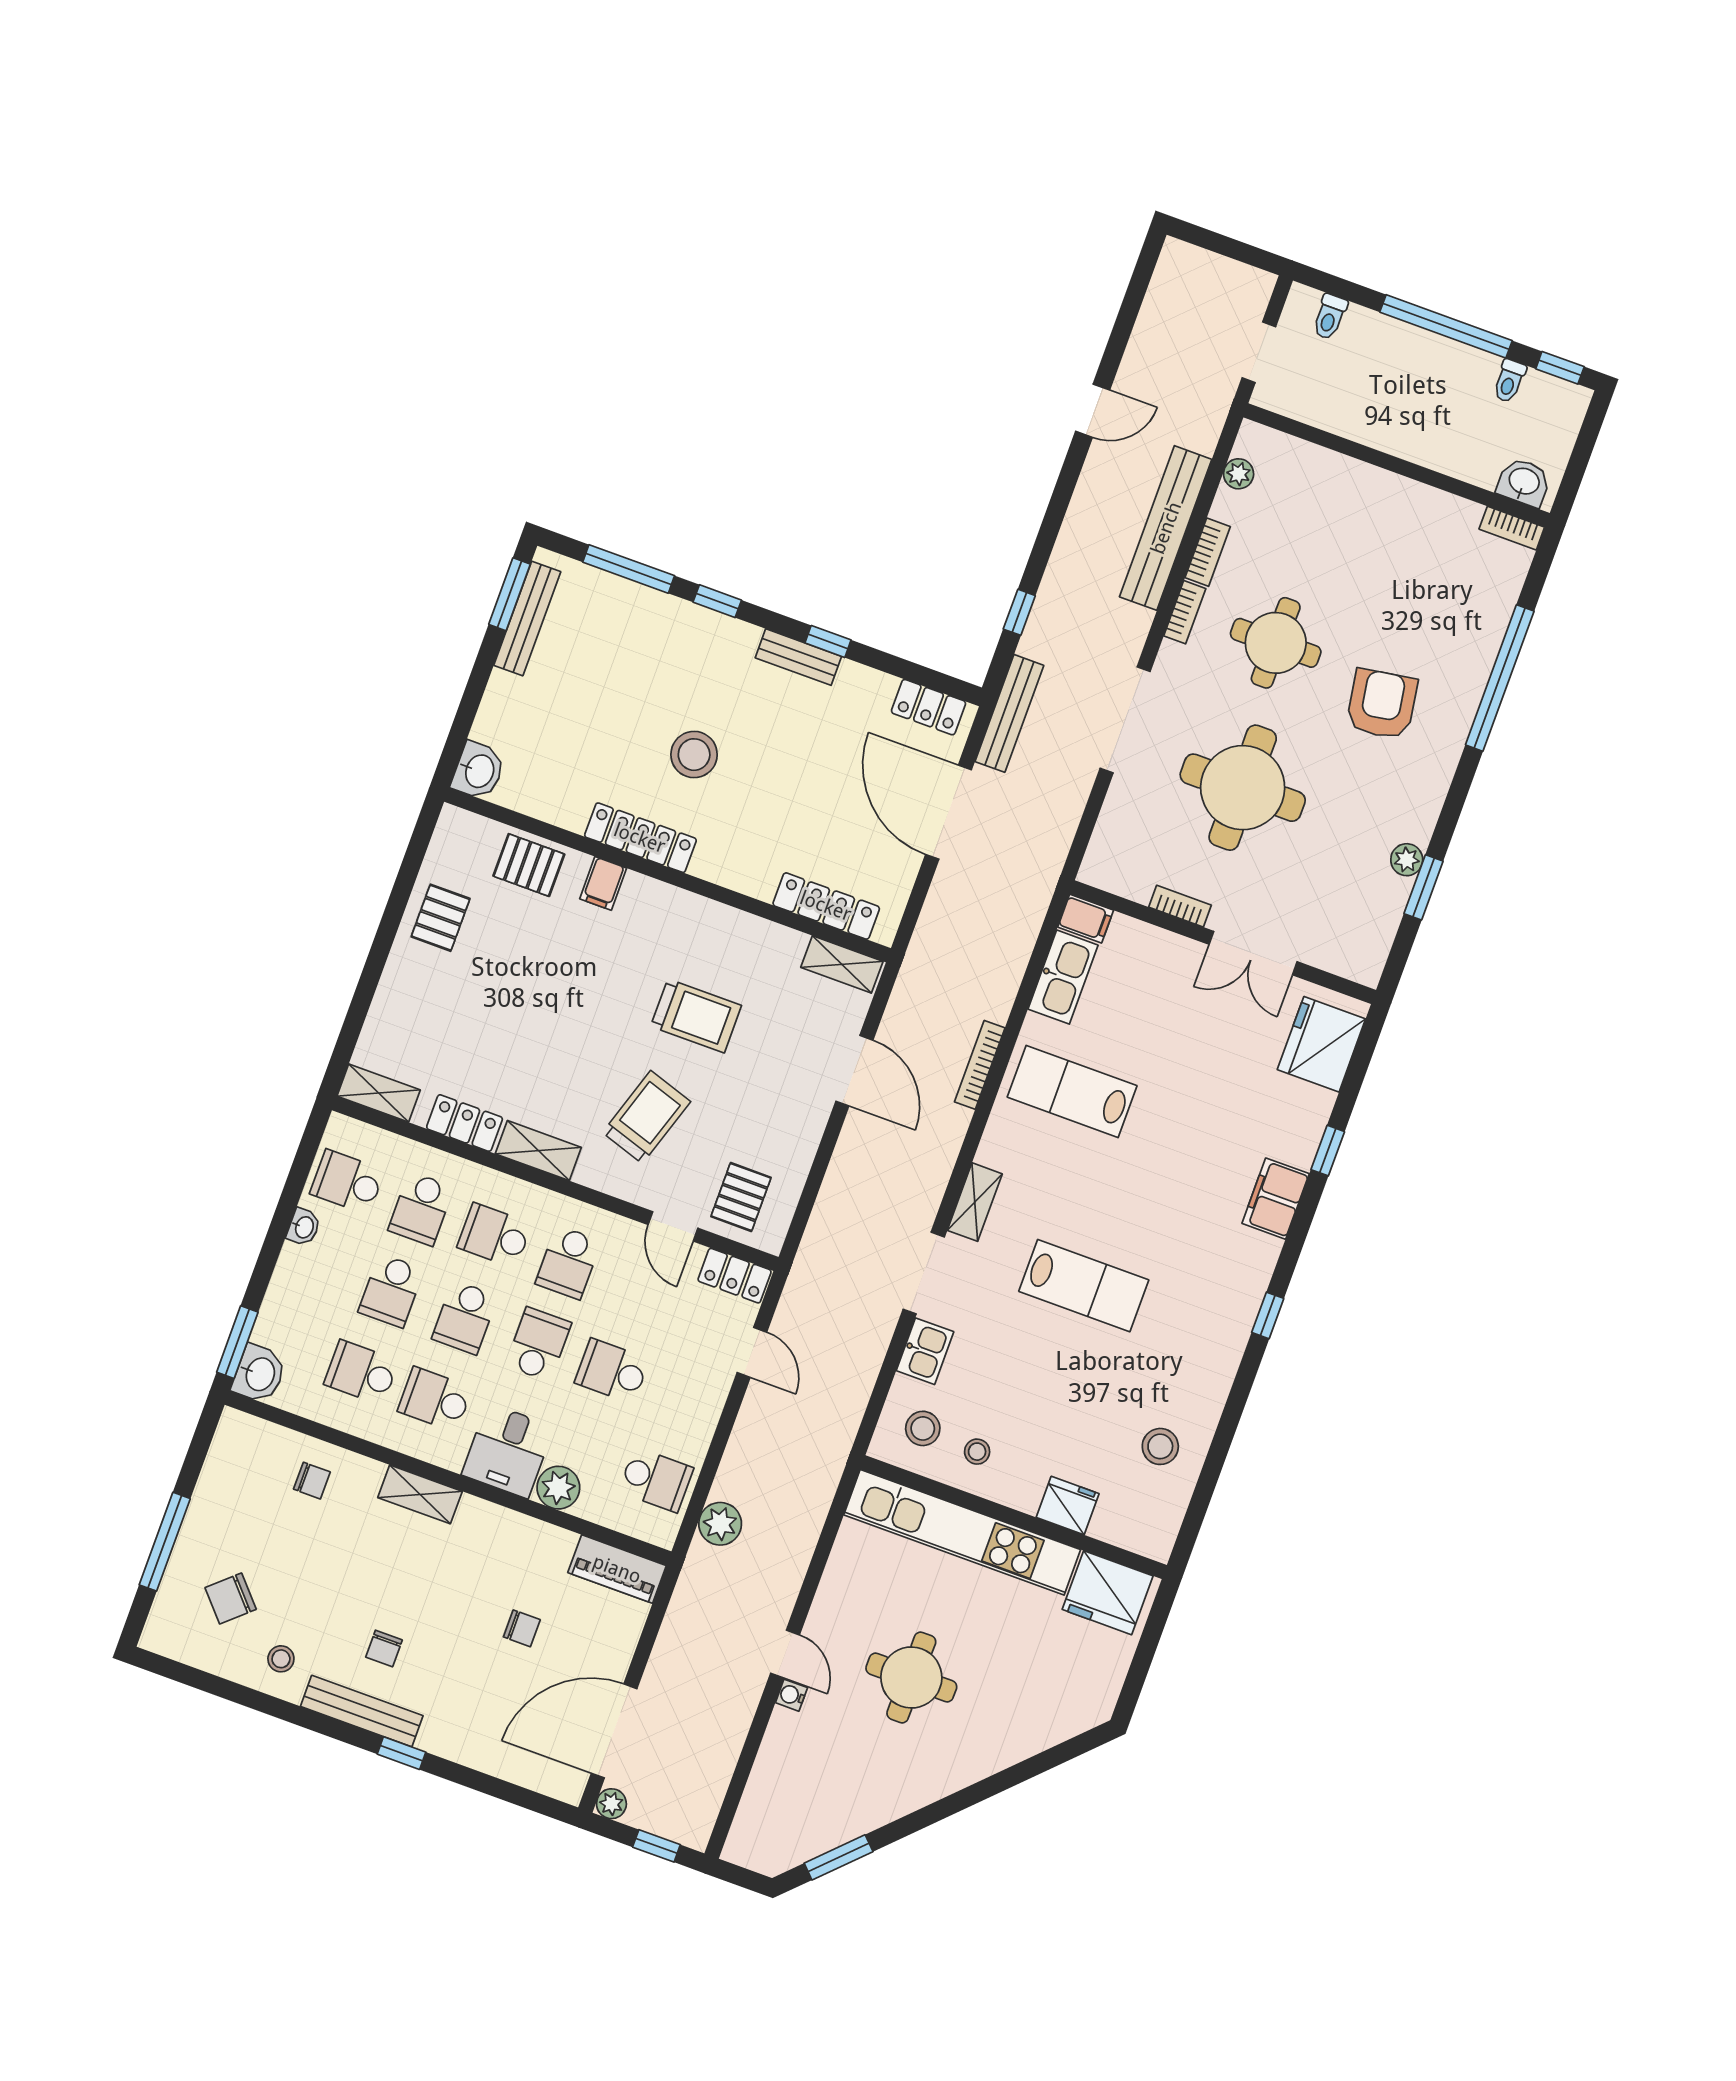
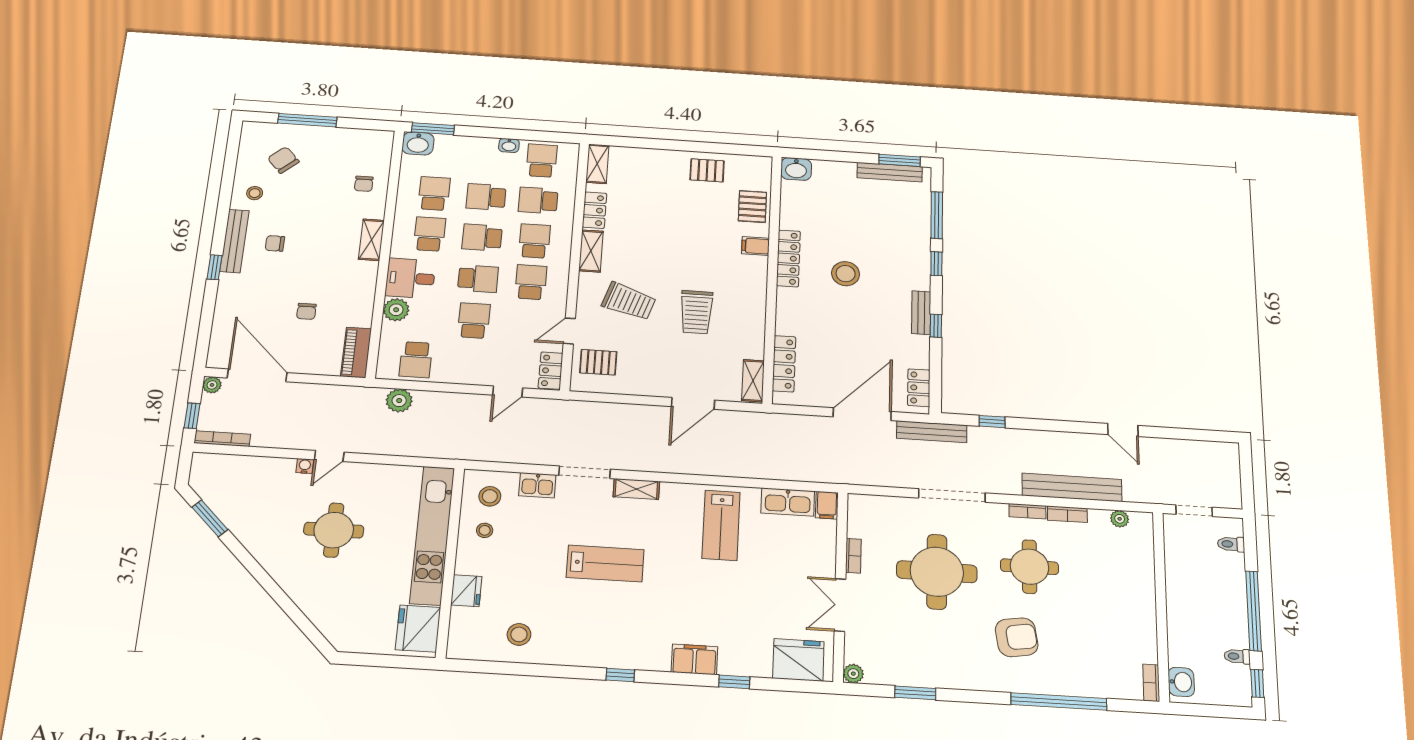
plant: (1407, 860) -> (853, 674), moved
bookcase: (980, 1065) -> (222, 439), moved
lab bench: (1072, 1091) -> (721, 525), turned 180
school desk: (568, 1262) -> (531, 282), turned 90
lab bench: (1084, 1286) -> (605, 564), turned -90

